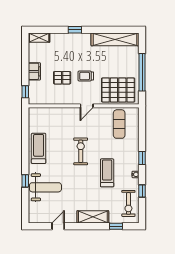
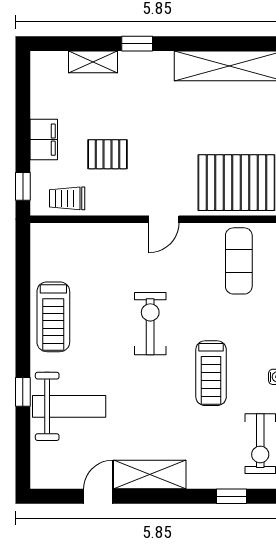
shelving: (39, 38) -> (93, 62), moved
trolley: (86, 76) -> (67, 198), moved
treadmill: (39, 148) -> (53, 317), turned 180
treadmill: (107, 173) -> (211, 373), turned 180
shelving: (93, 217) -> (150, 475), moved

